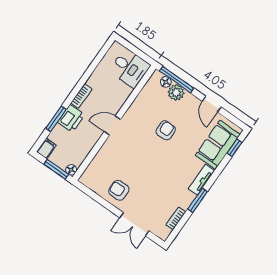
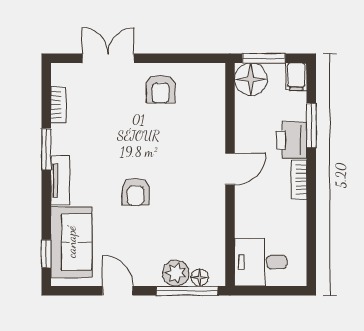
armchair: (166, 130) -> (136, 192), moved
floor lamp: (71, 170) -> (251, 79), width x1.89, depth x1.89
armchair: (119, 190) -> (161, 89), turned 90

